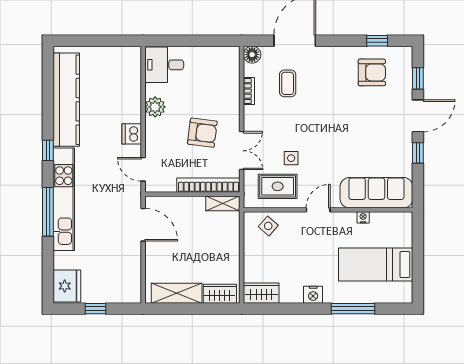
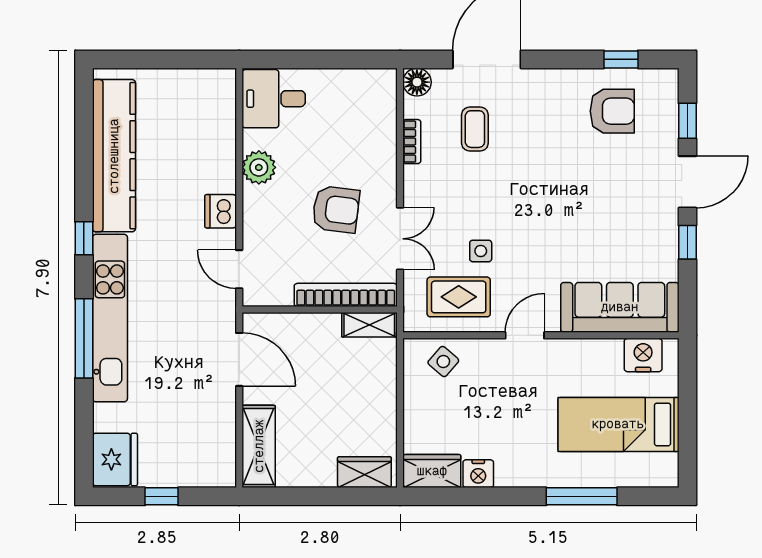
nightstand: (363, 217) -> (643, 355), moved, width x1.89, depth x1.79
shelving: (177, 293) -> (259, 446), moved, turned 90
nightstand: (313, 295) -> (478, 474), moved

